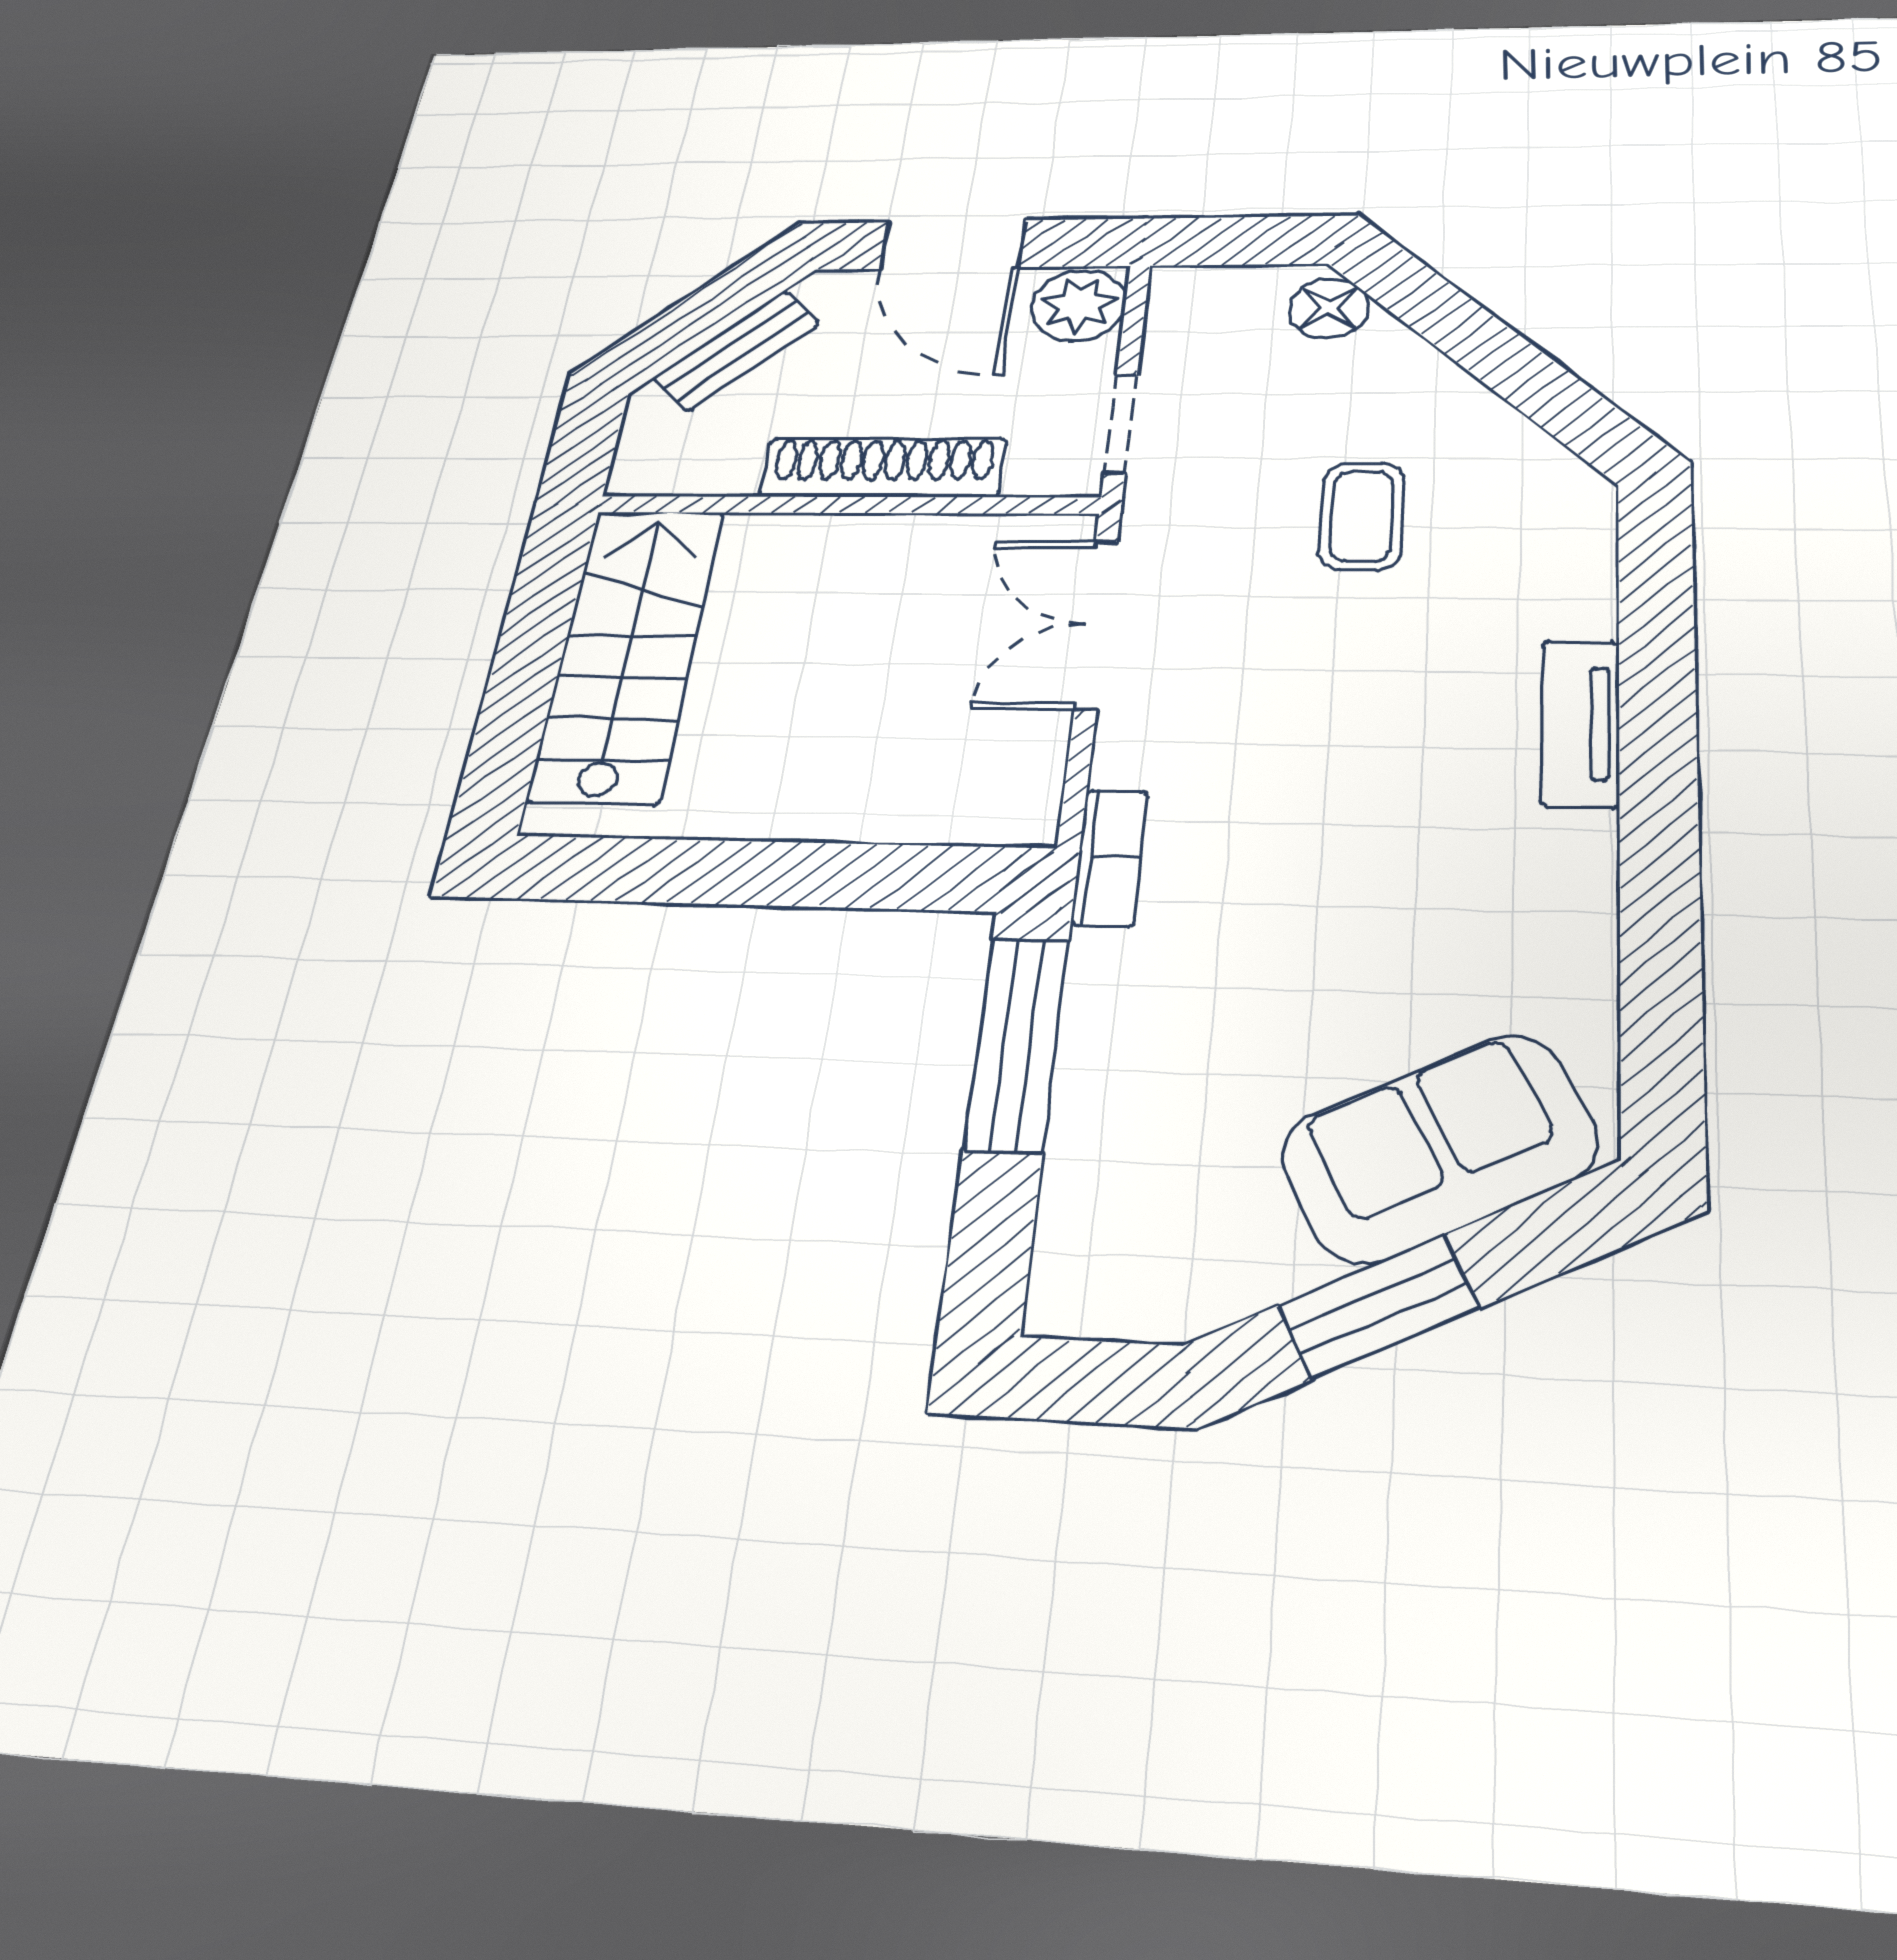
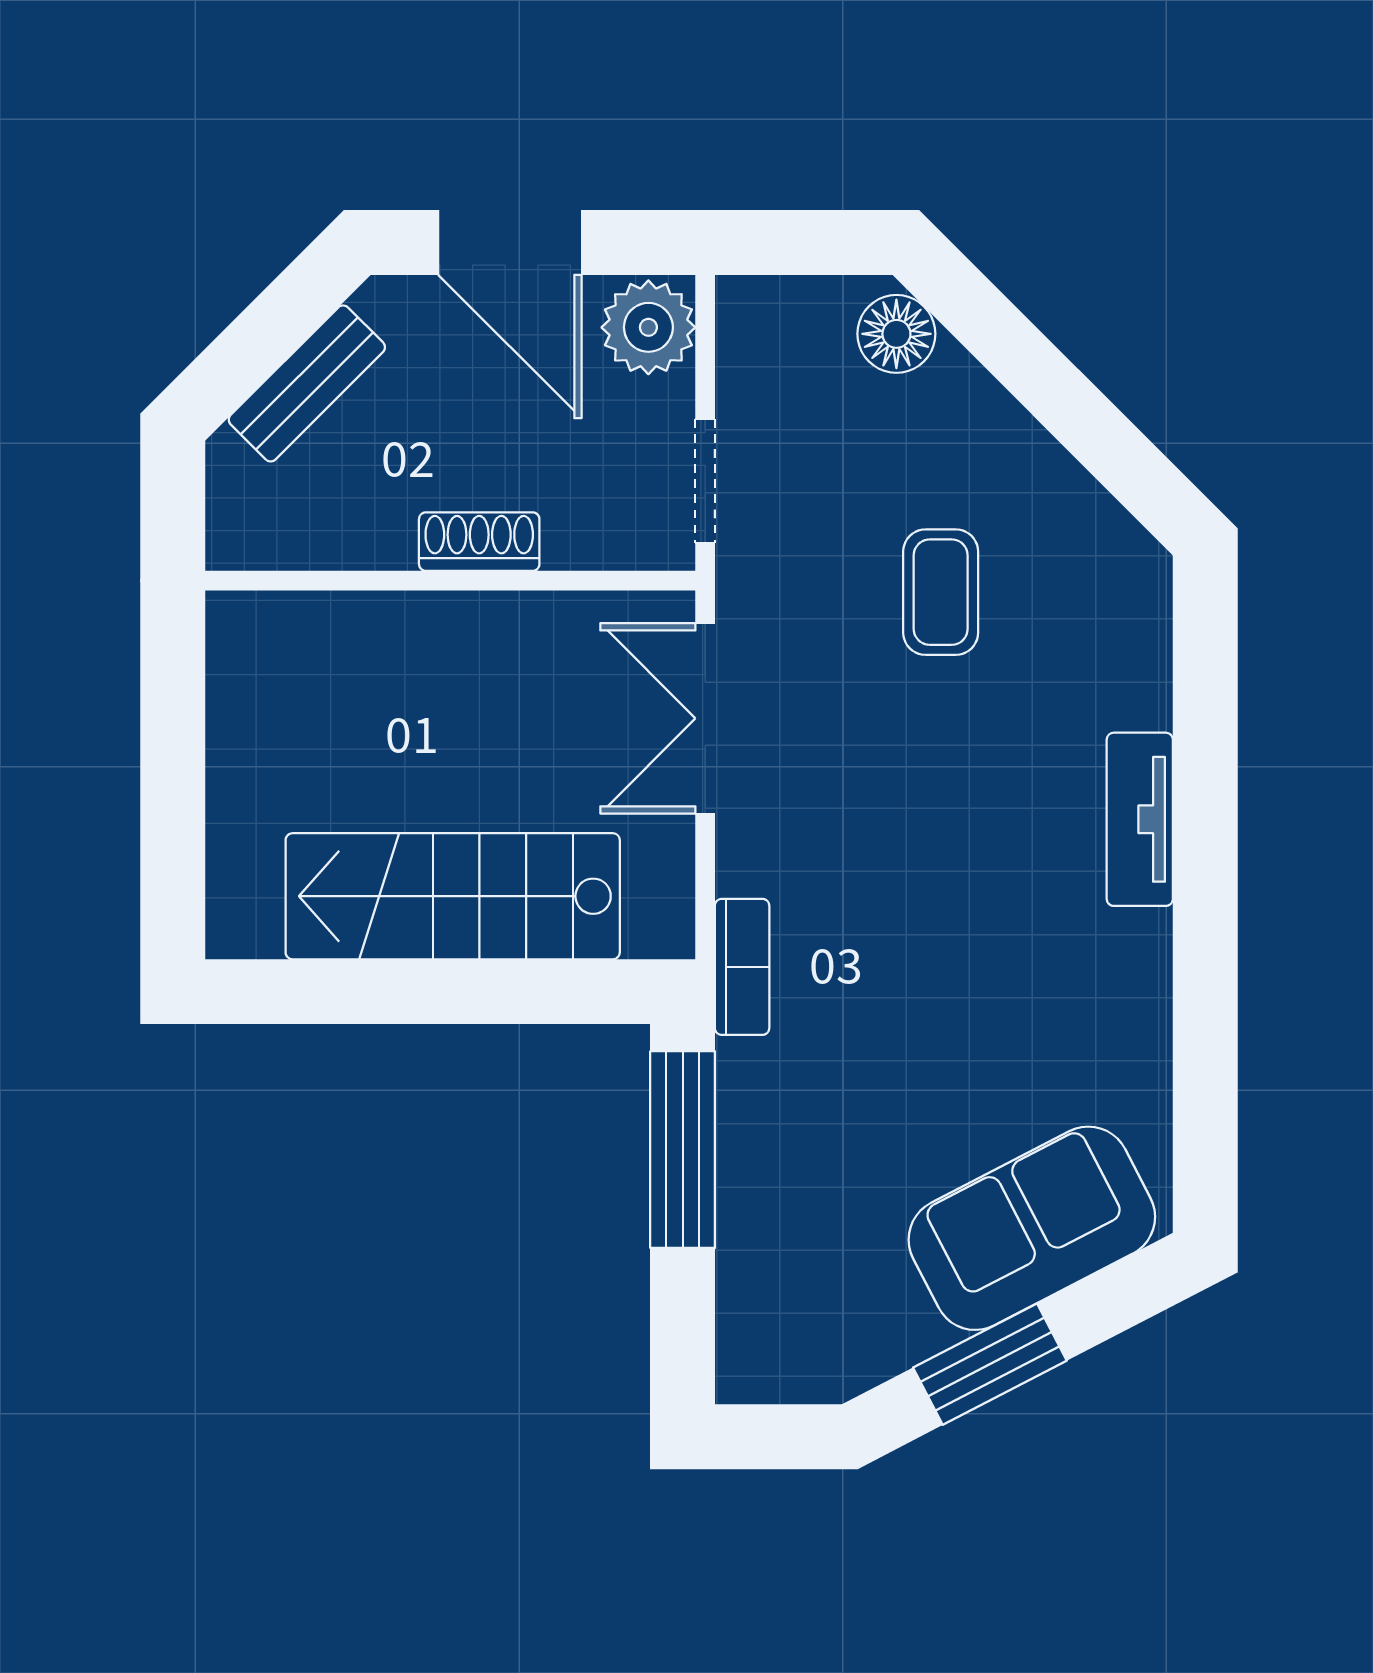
shoe rack: (883, 468) -> (479, 542), width x0.51, depth x0.81
stairs: (628, 653) -> (453, 896), moved, turned -90

